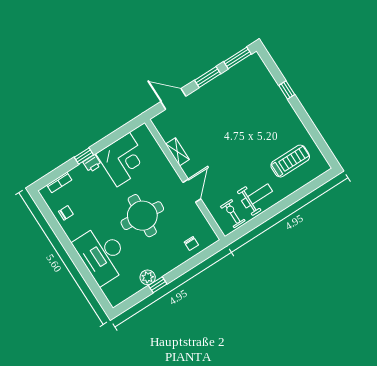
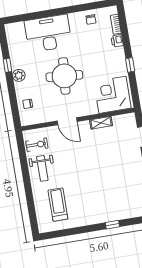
window: (84, 156) -> (130, 65), moved
corner desk: (123, 160) -> (112, 95), moved, turned 90
treadmill: (290, 161) -> (58, 205), turned 180
printer: (92, 164) -> (117, 41), moved
plant: (148, 277) -> (19, 75), moved

